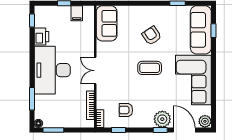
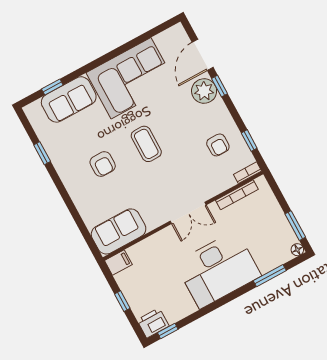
filing cabinet: (77, 13) -> (118, 263), moved
sofa: (201, 30) -> (69, 99), width x0.73
armchair: (152, 36) -> (103, 164), turned -56
printer: (41, 37) -> (153, 323), moved
plant: (205, 121) -> (177, 34), removed

